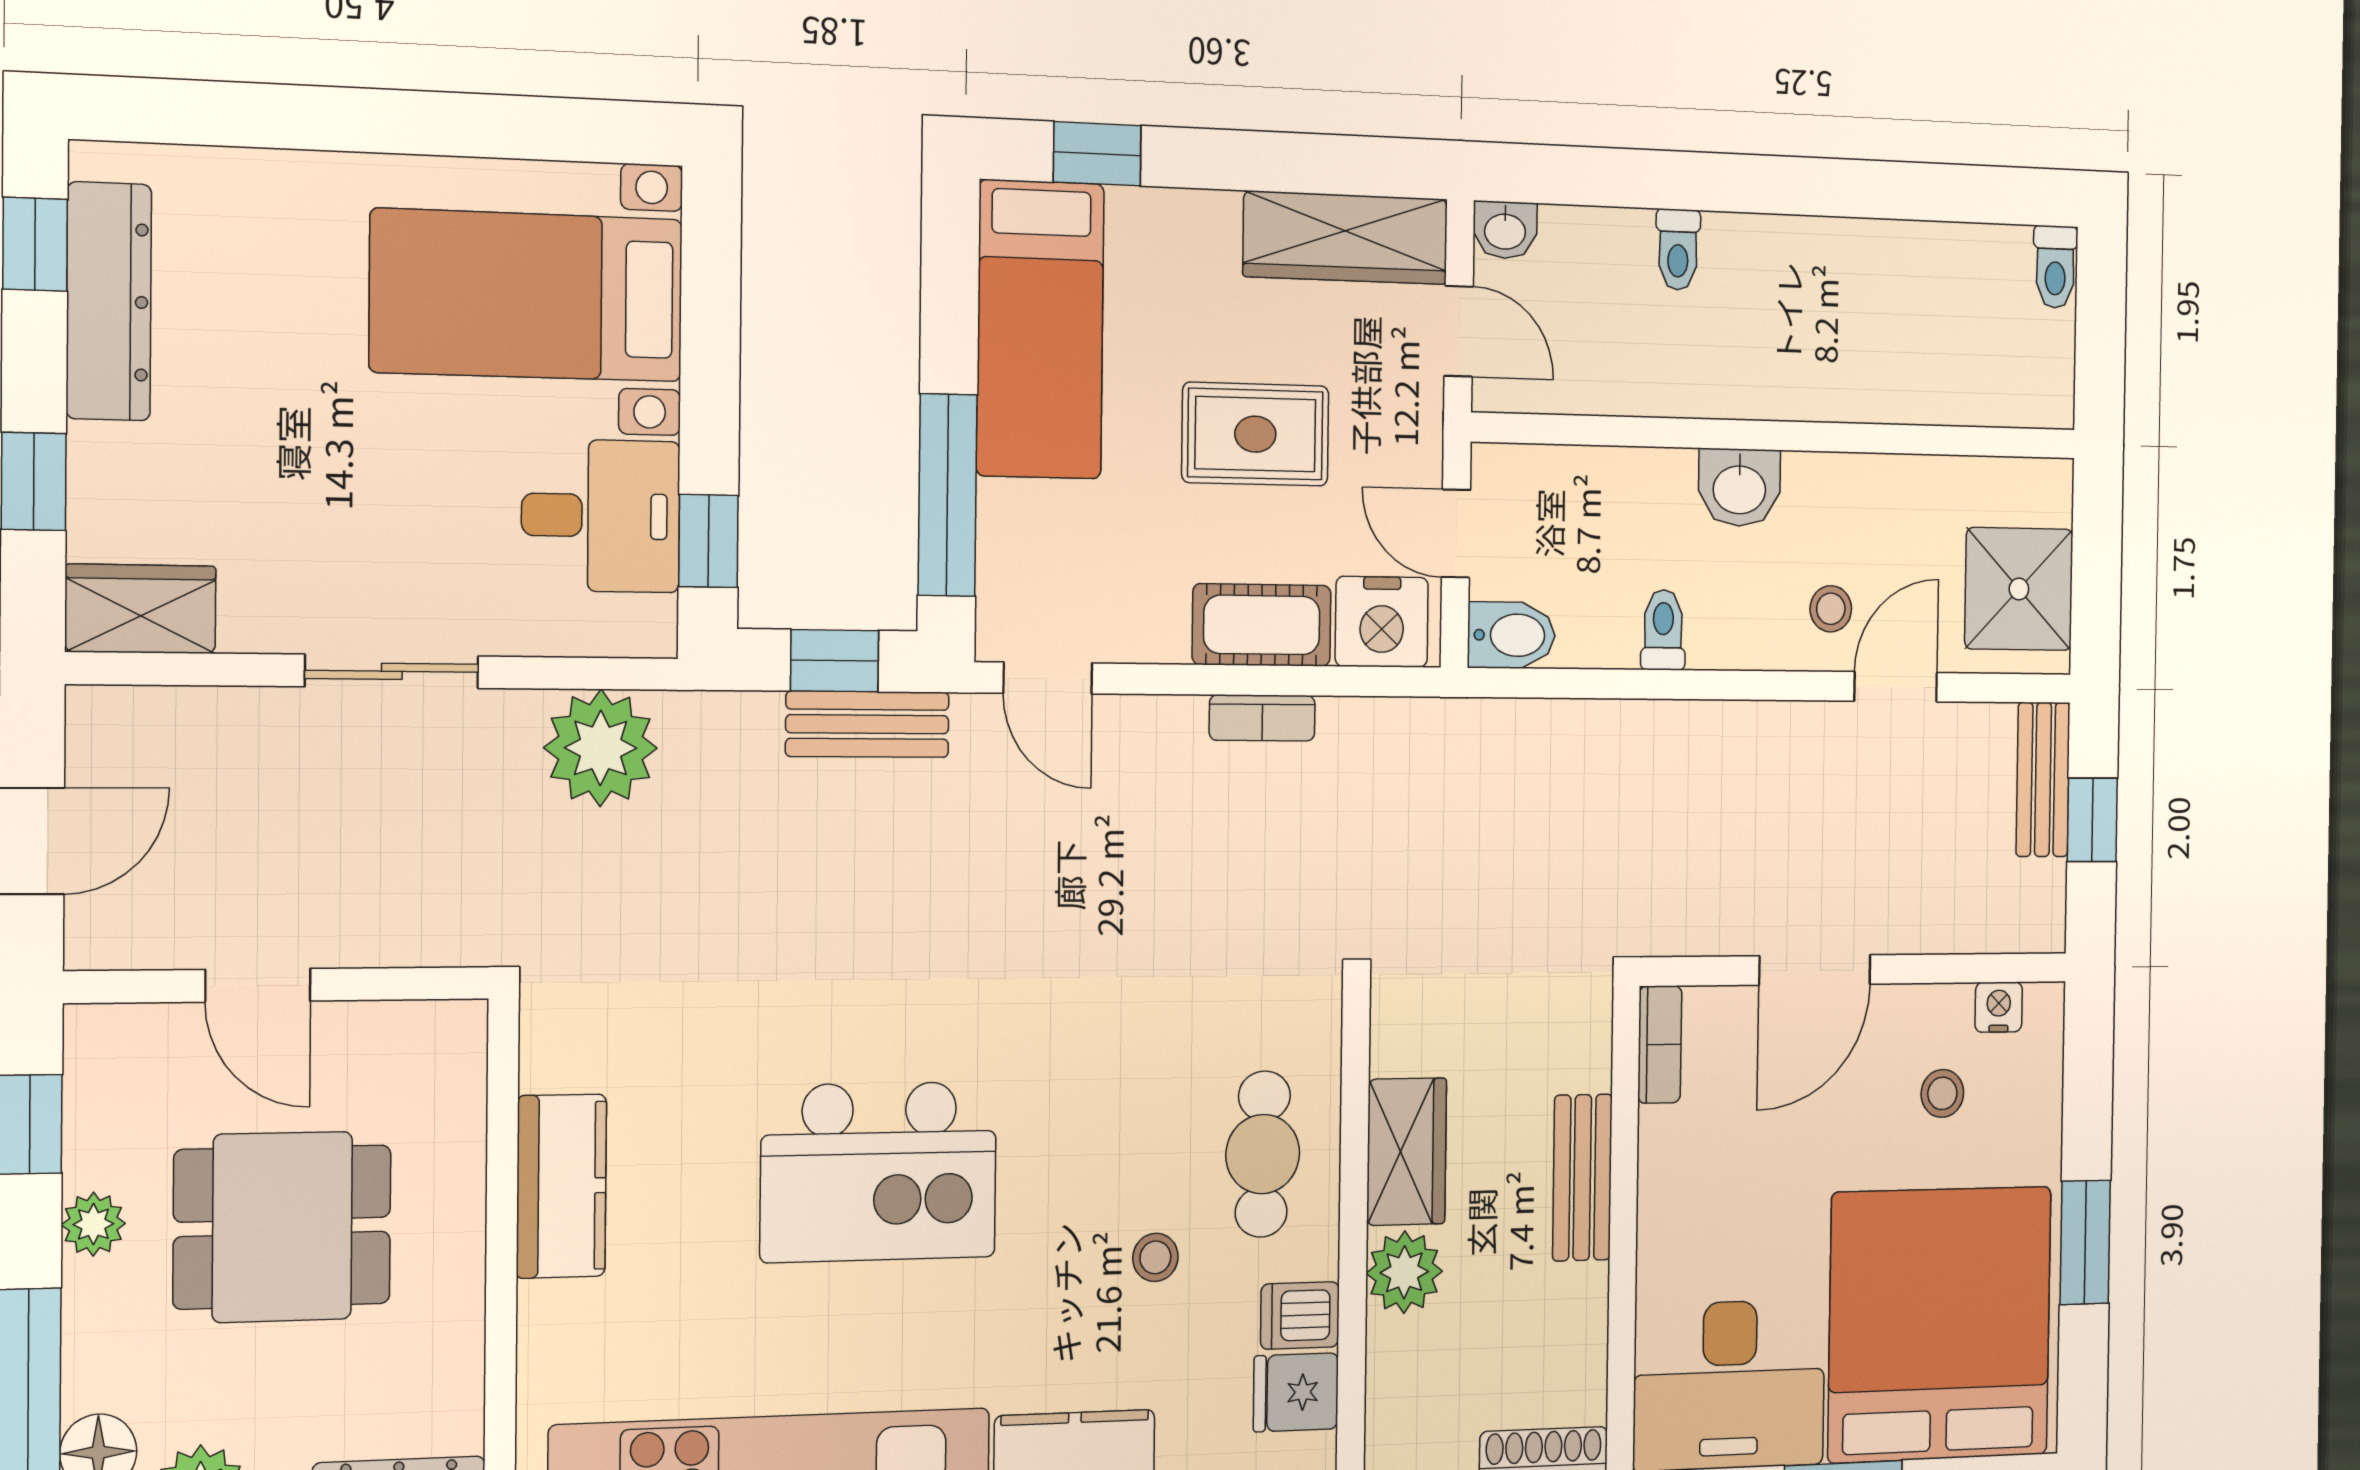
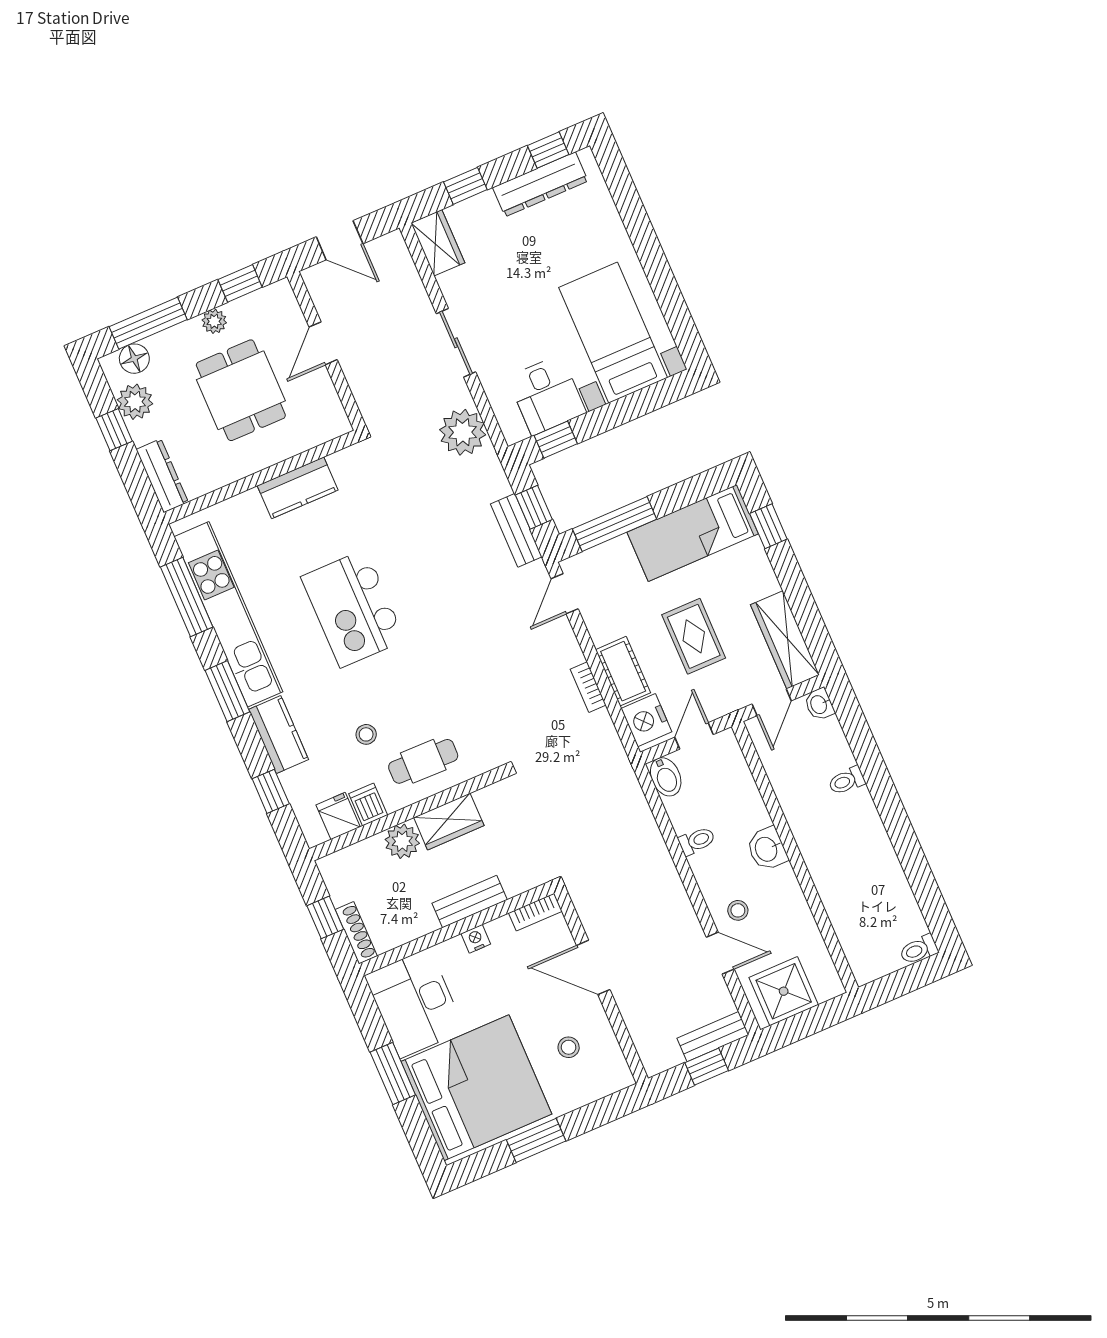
nightstand: (1999, 1007) -> (476, 939), moved, turned -90

